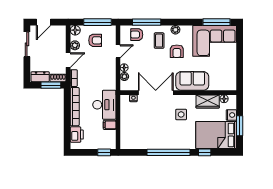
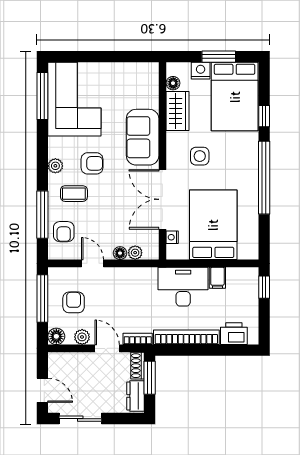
bed: (141, 122) -> (213, 225), added

